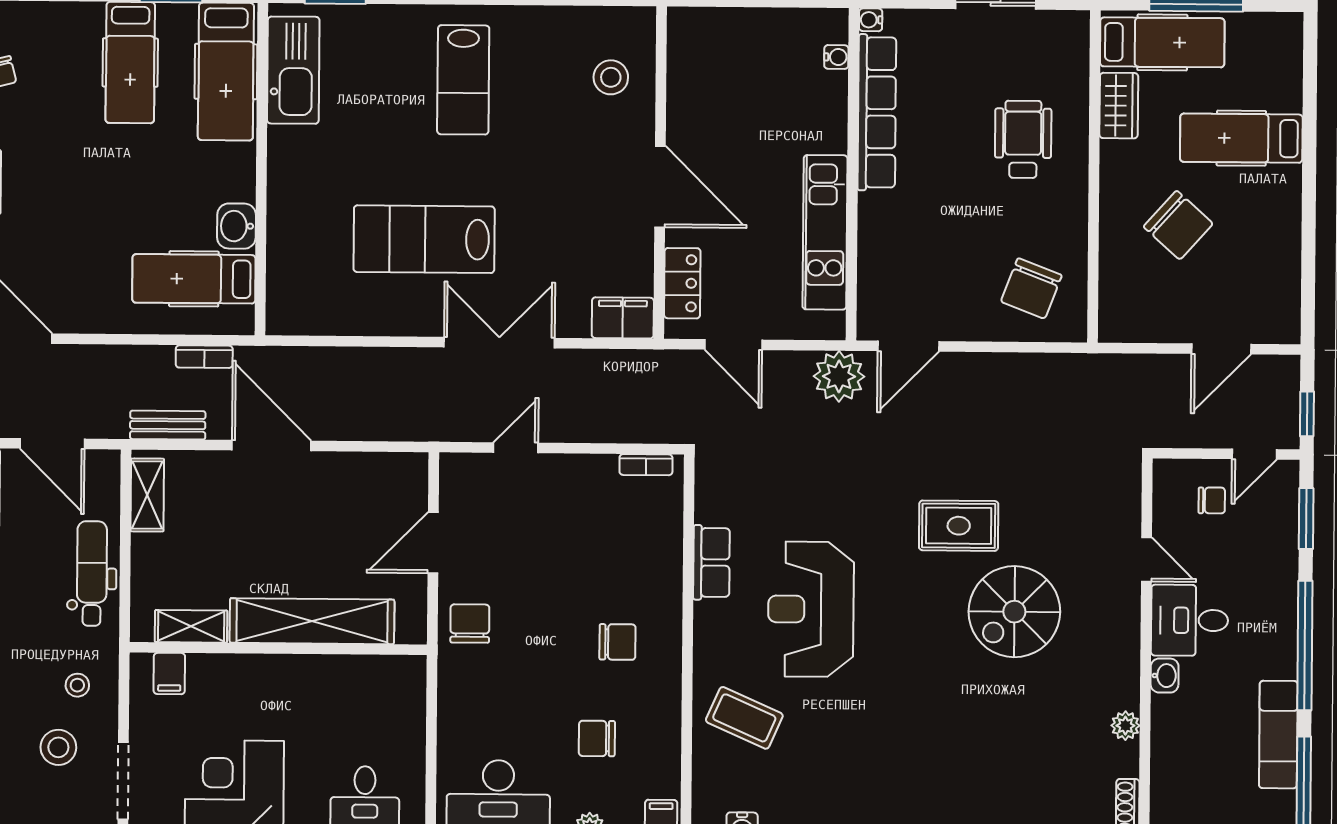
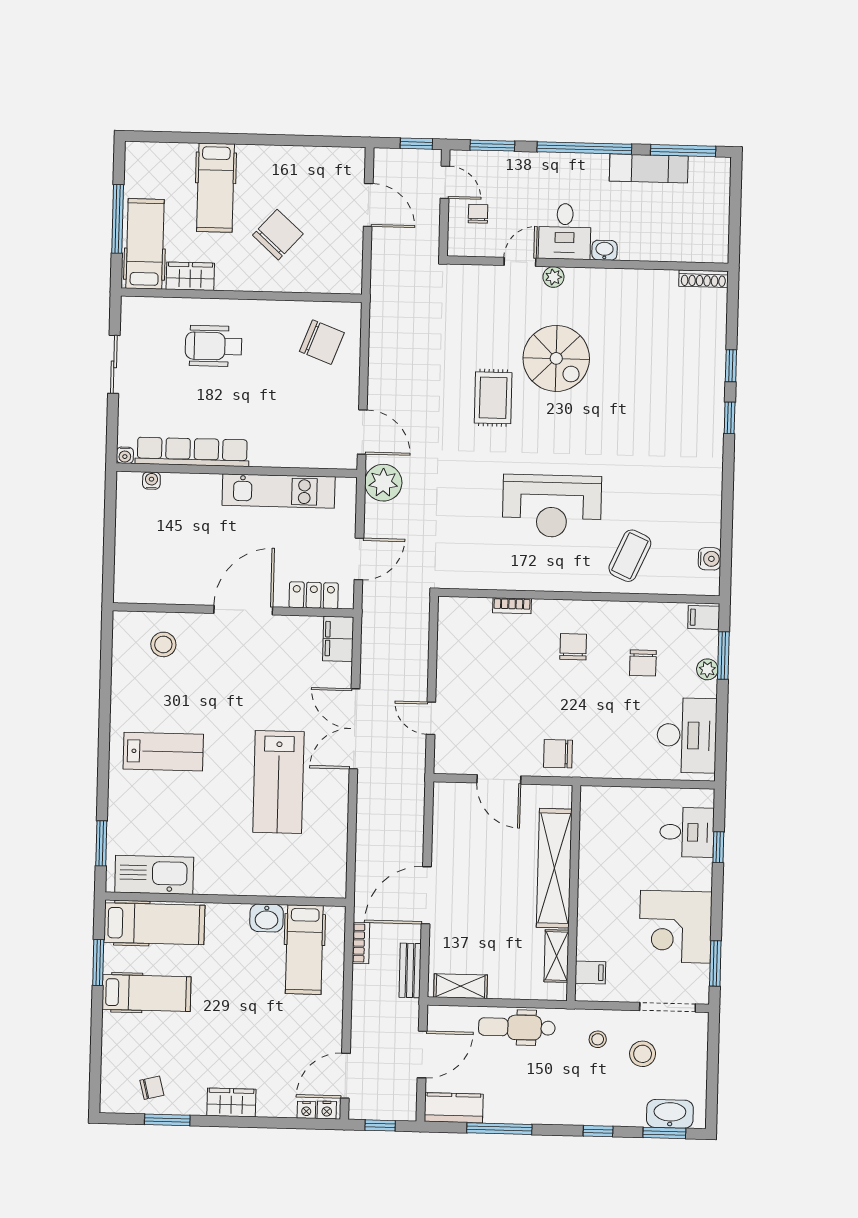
bookcase: (646, 465) -> (512, 606), moved, turned 90
row of seats: (711, 562) -> (517, 578), removed
plant: (1125, 726) -> (553, 277), moved

